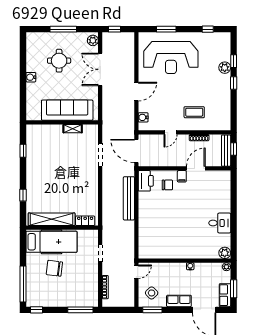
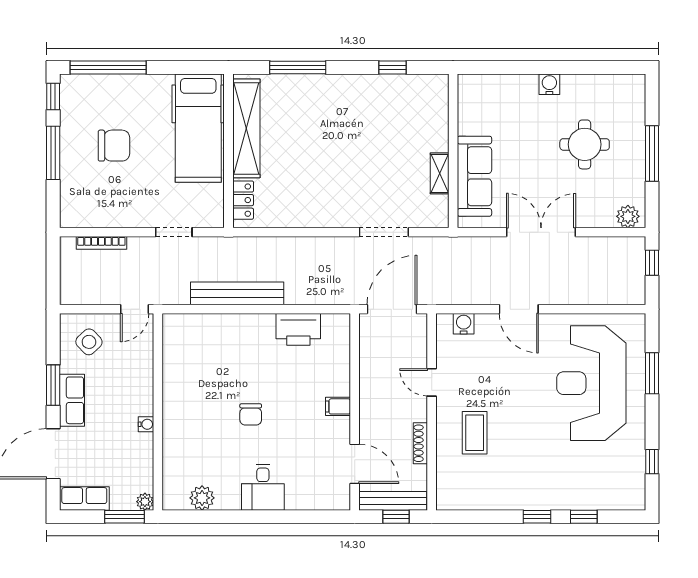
plant: (225, 68) -> (570, 498), removed
double door: (100, 69) -> (541, 232), moved
sofa: (67, 110) -> (474, 176), width x0.74, depth x0.79
door: (196, 168) -> (355, 464), moved
printer: (146, 181) -> (298, 329), moved
chair: (167, 185) -> (251, 414), moved
window: (23, 195) -> (298, 68), width x2.17
bench: (129, 198) -> (237, 293), moved
desk: (220, 223) -> (263, 487), moved
plant: (225, 253) -> (202, 498), moved
chair: (54, 268) -> (114, 146), moved, turned 83
door: (136, 272) -> (134, 309), hinge flipped
window: (234, 289) -> (125, 517), moved
window: (80, 310) -> (53, 153), moved
window: (152, 310) -> (53, 385), moved

